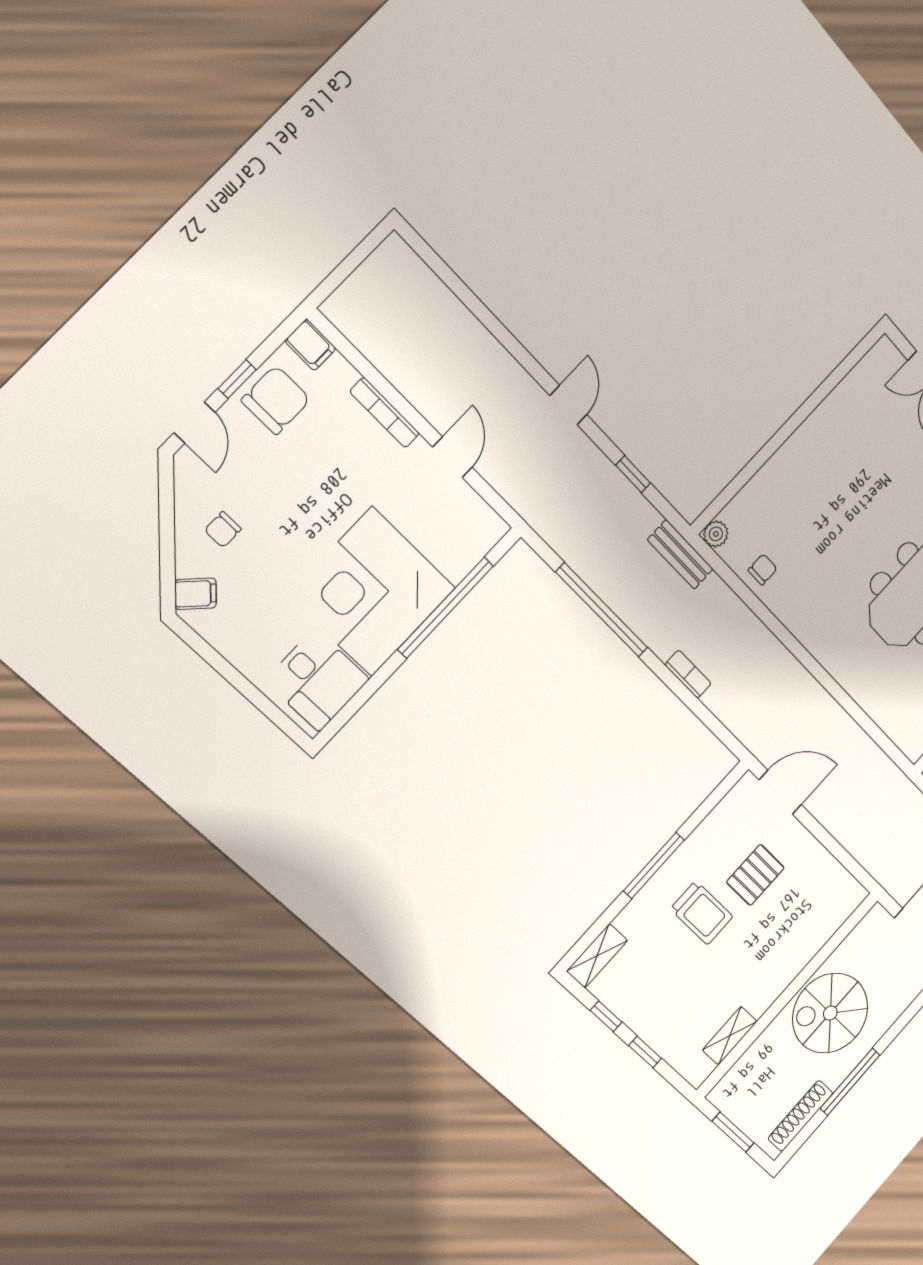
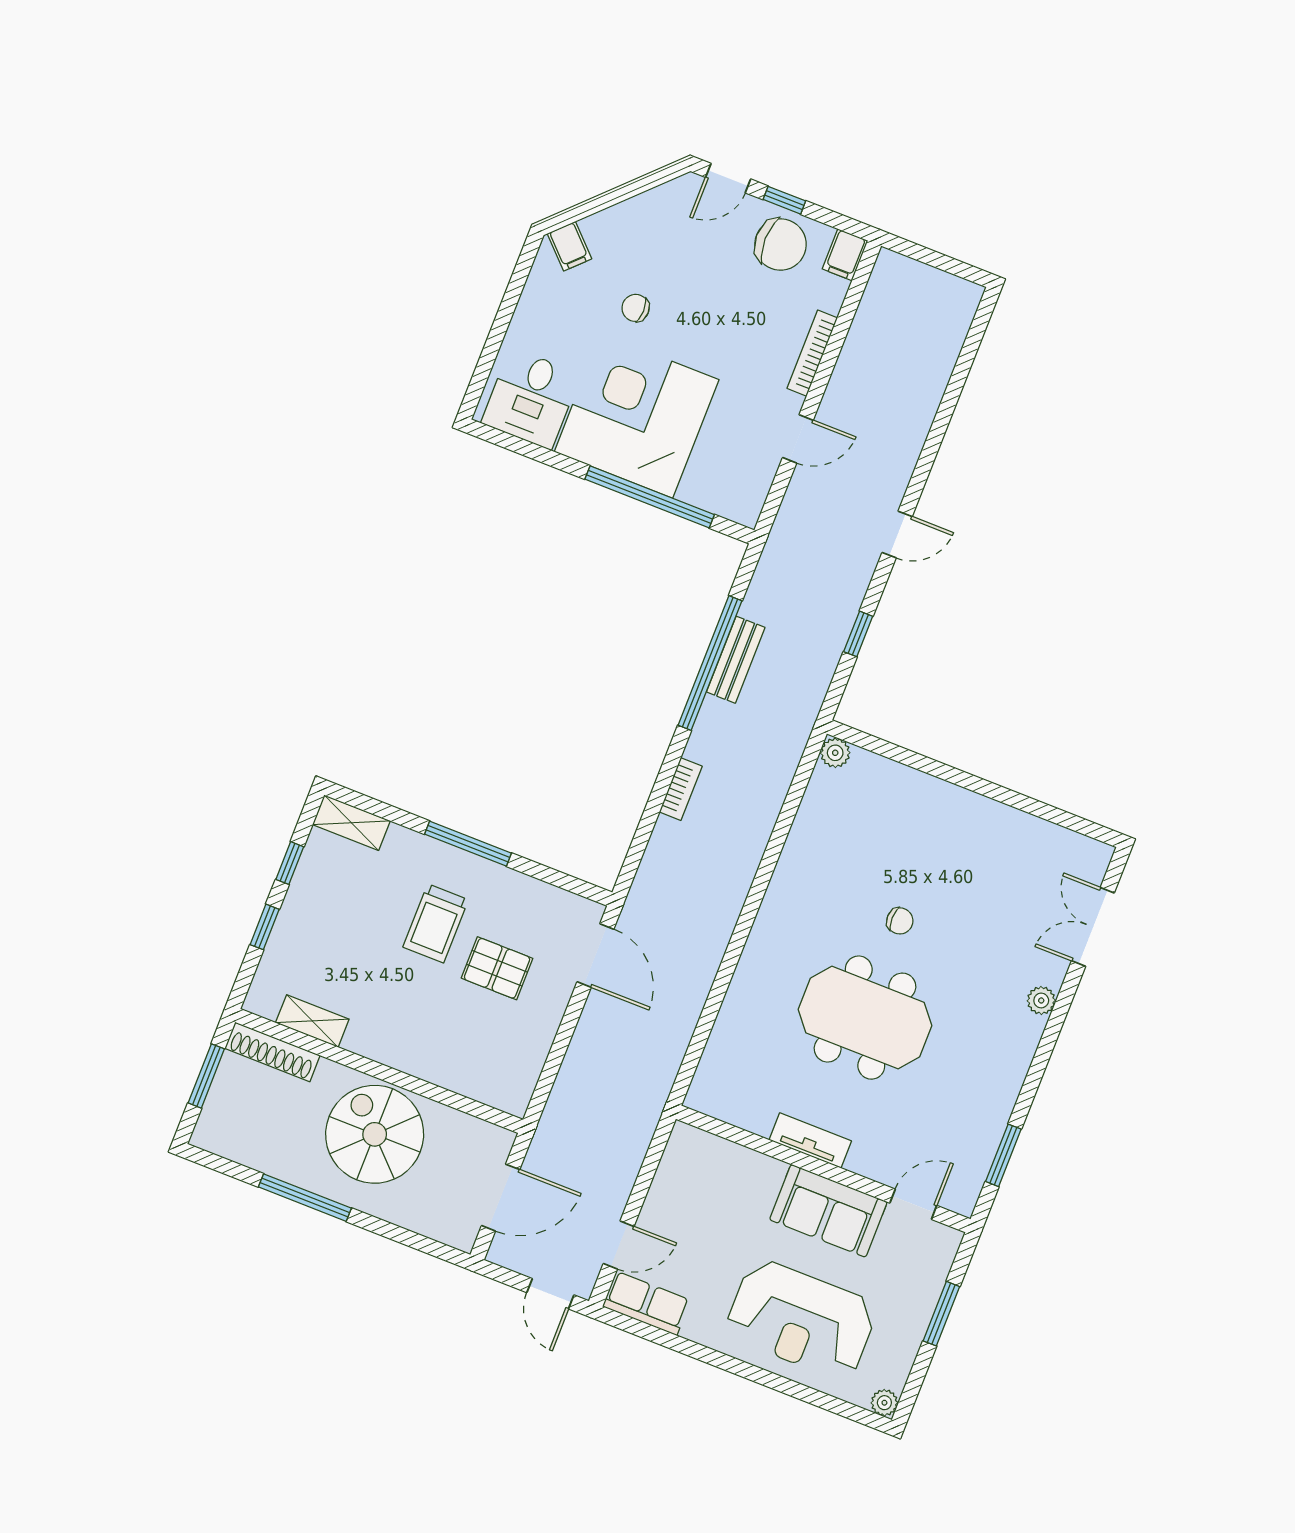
chair: (223, 530) -> (636, 308), moved
bench: (680, 554) -> (736, 660), moved
chair: (763, 569) -> (900, 921), moved
shoe rack: (800, 1116) -> (272, 1052), moved, turned 180

